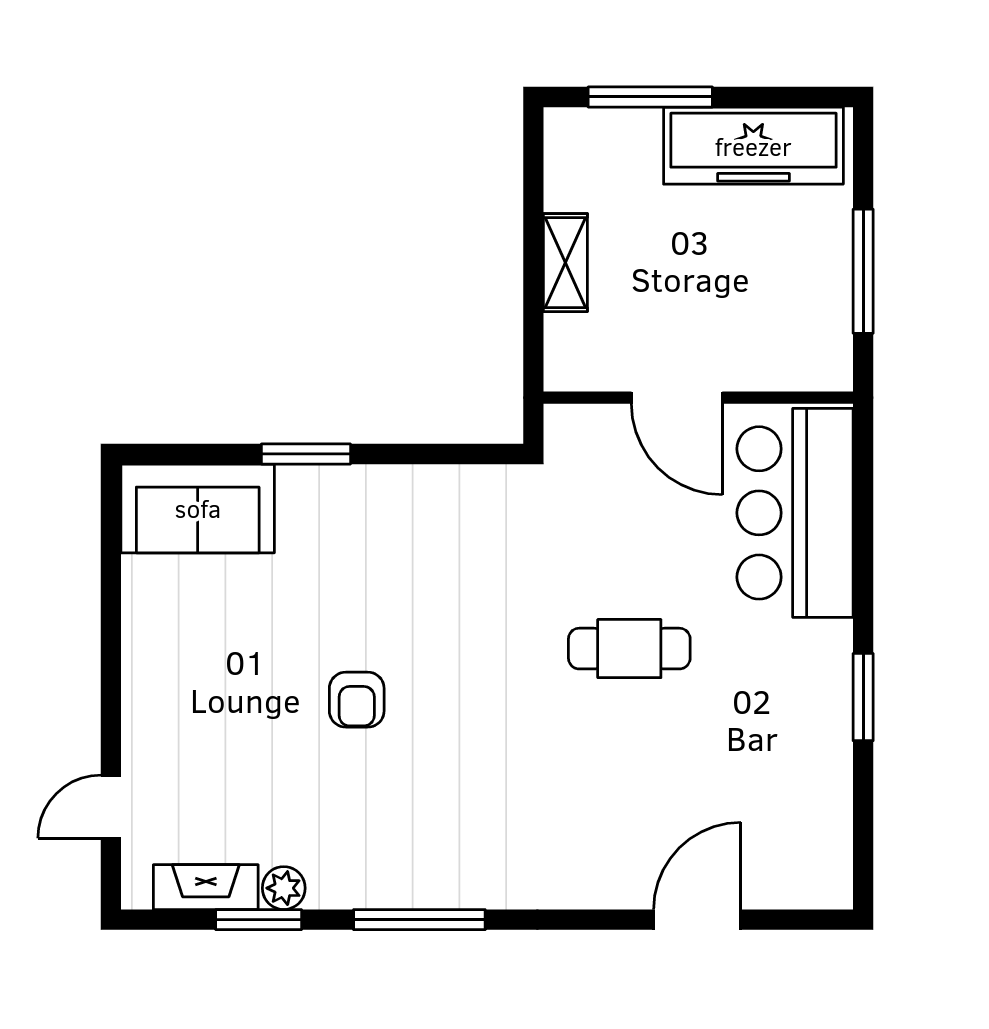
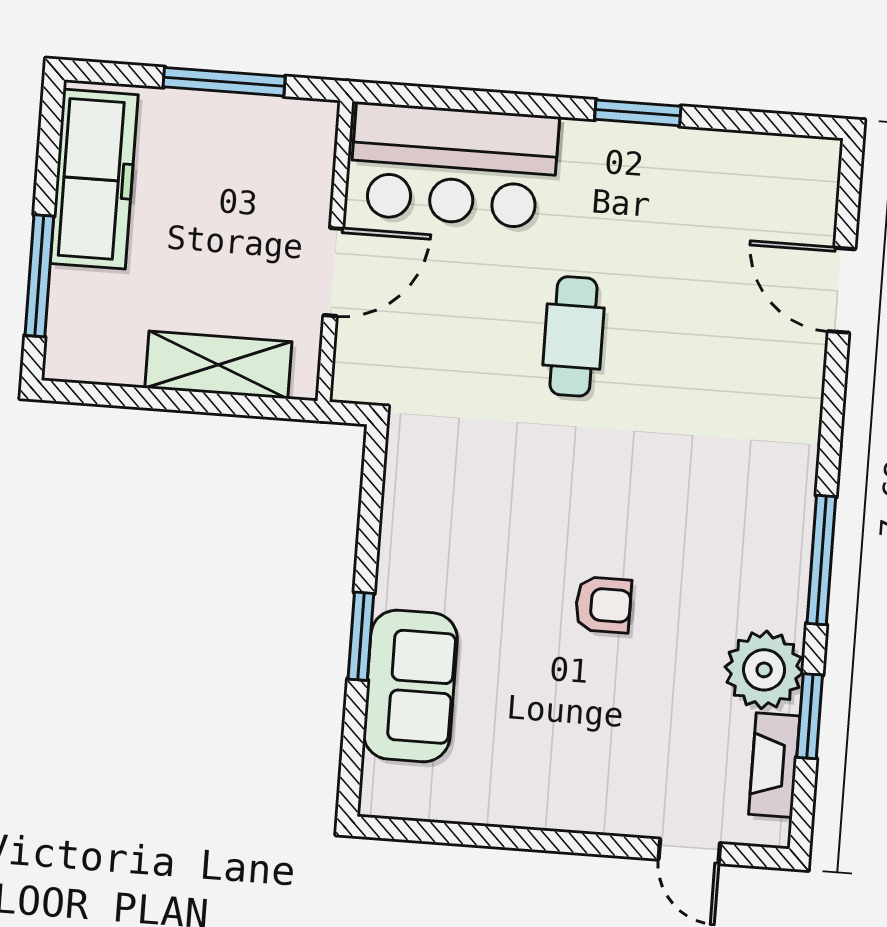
shelving: (565, 263) -> (218, 365), width x1.50, depth x1.33
sofa: (198, 508) -> (410, 686), moved
plant: (284, 888) -> (764, 670), width x1.88, depth x1.88

